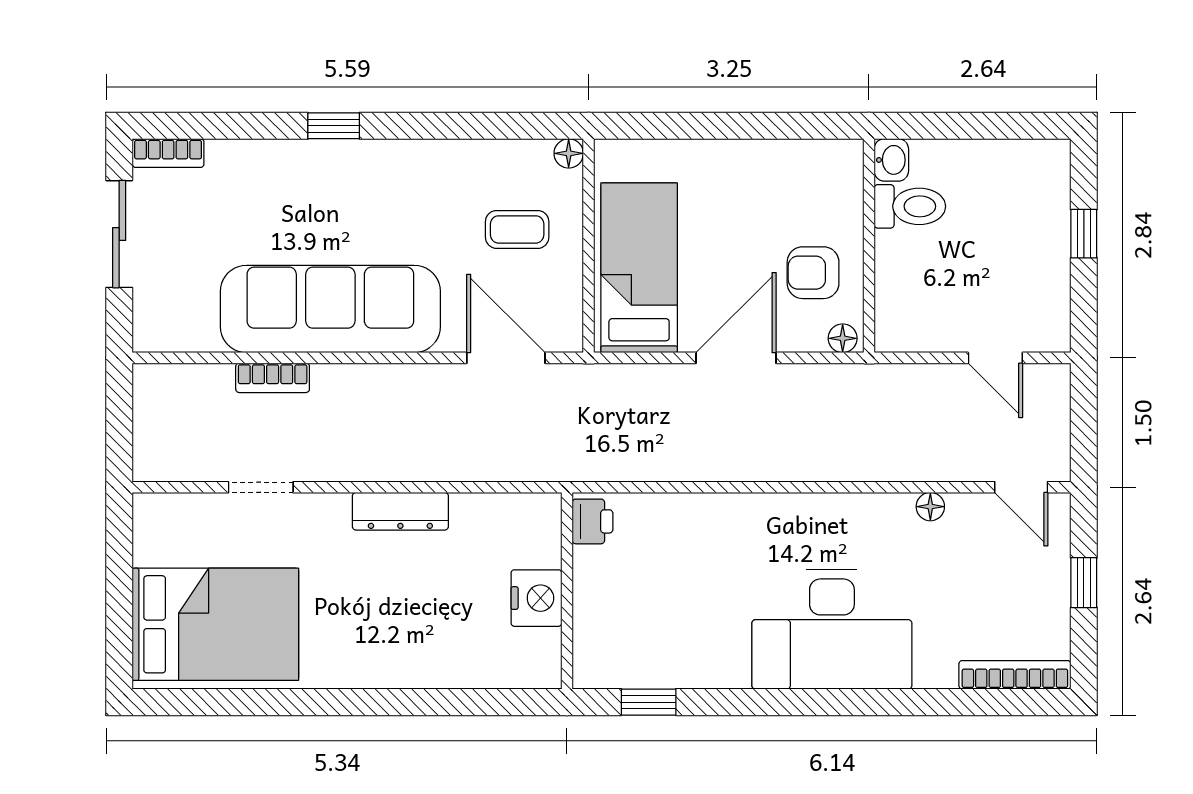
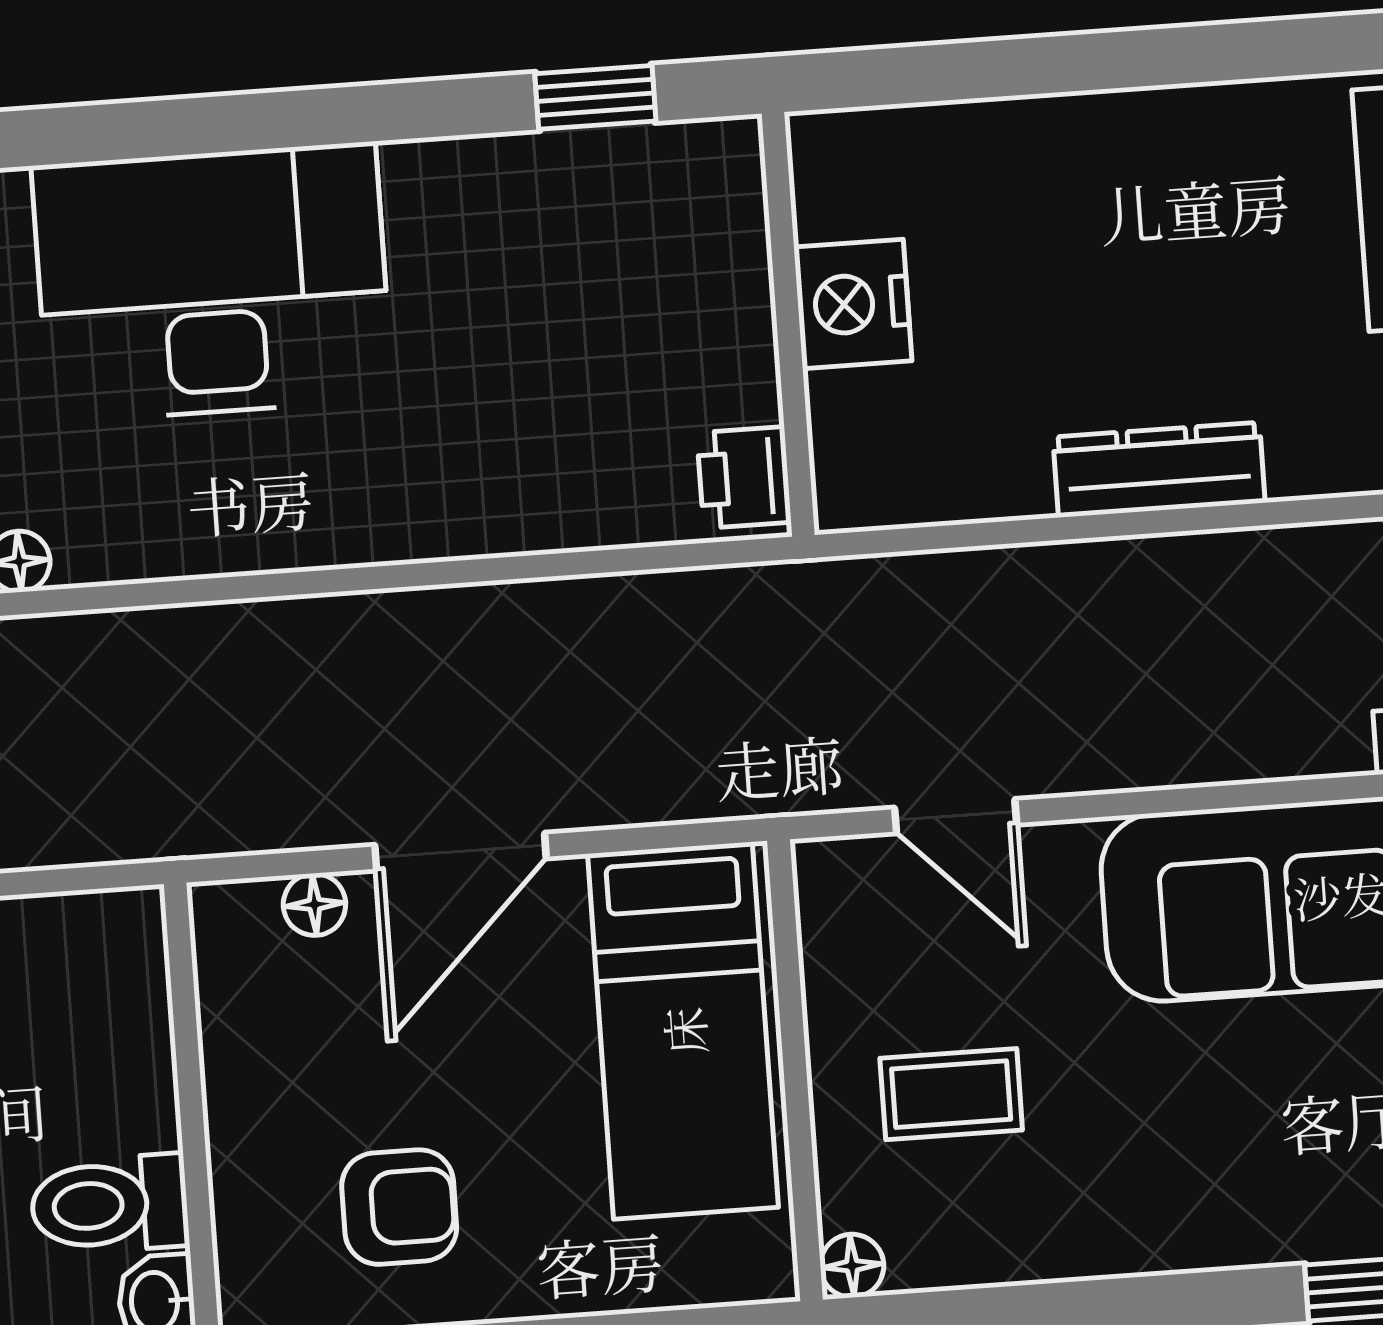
armchair: (813, 273) -> (399, 1207), moved
floor lamp: (843, 338) -> (314, 904), moved
door: (506, 358) -> (956, 816), width x0.73

